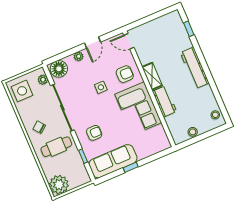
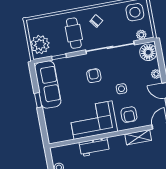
shelving: (152, 76) -> (138, 137), moved
armchair: (94, 133) -> (94, 76), moved, turned 180
plant: (59, 185) -> (40, 45), moved

